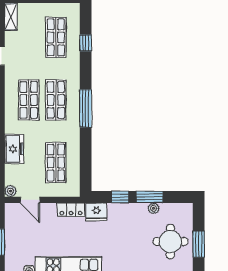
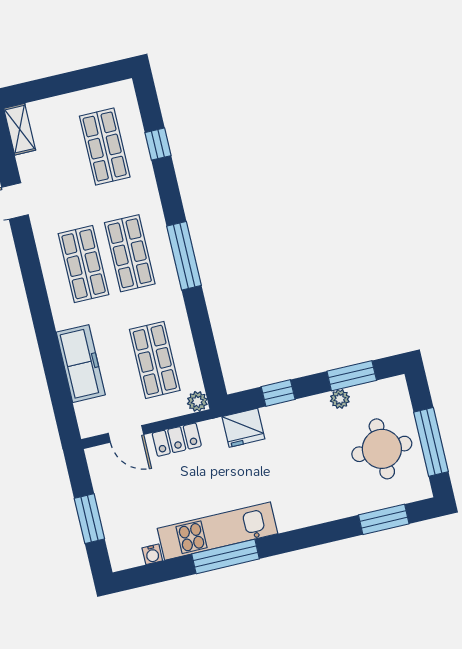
freezer: (14, 149) -> (81, 364), width x1.40
plant: (10, 191) -> (197, 401), moved
window: (150, 197) -> (352, 376), moved
locker: (71, 210) -> (177, 440), moved
window: (199, 244) -> (431, 442), width x1.44

